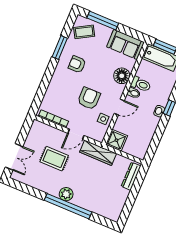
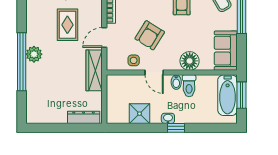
armchair: (89, 98) -> (150, 35), turned 122
door: (76, 134) -> (104, 37), hinge flipped
shower: (116, 140) -> (140, 114), moved

